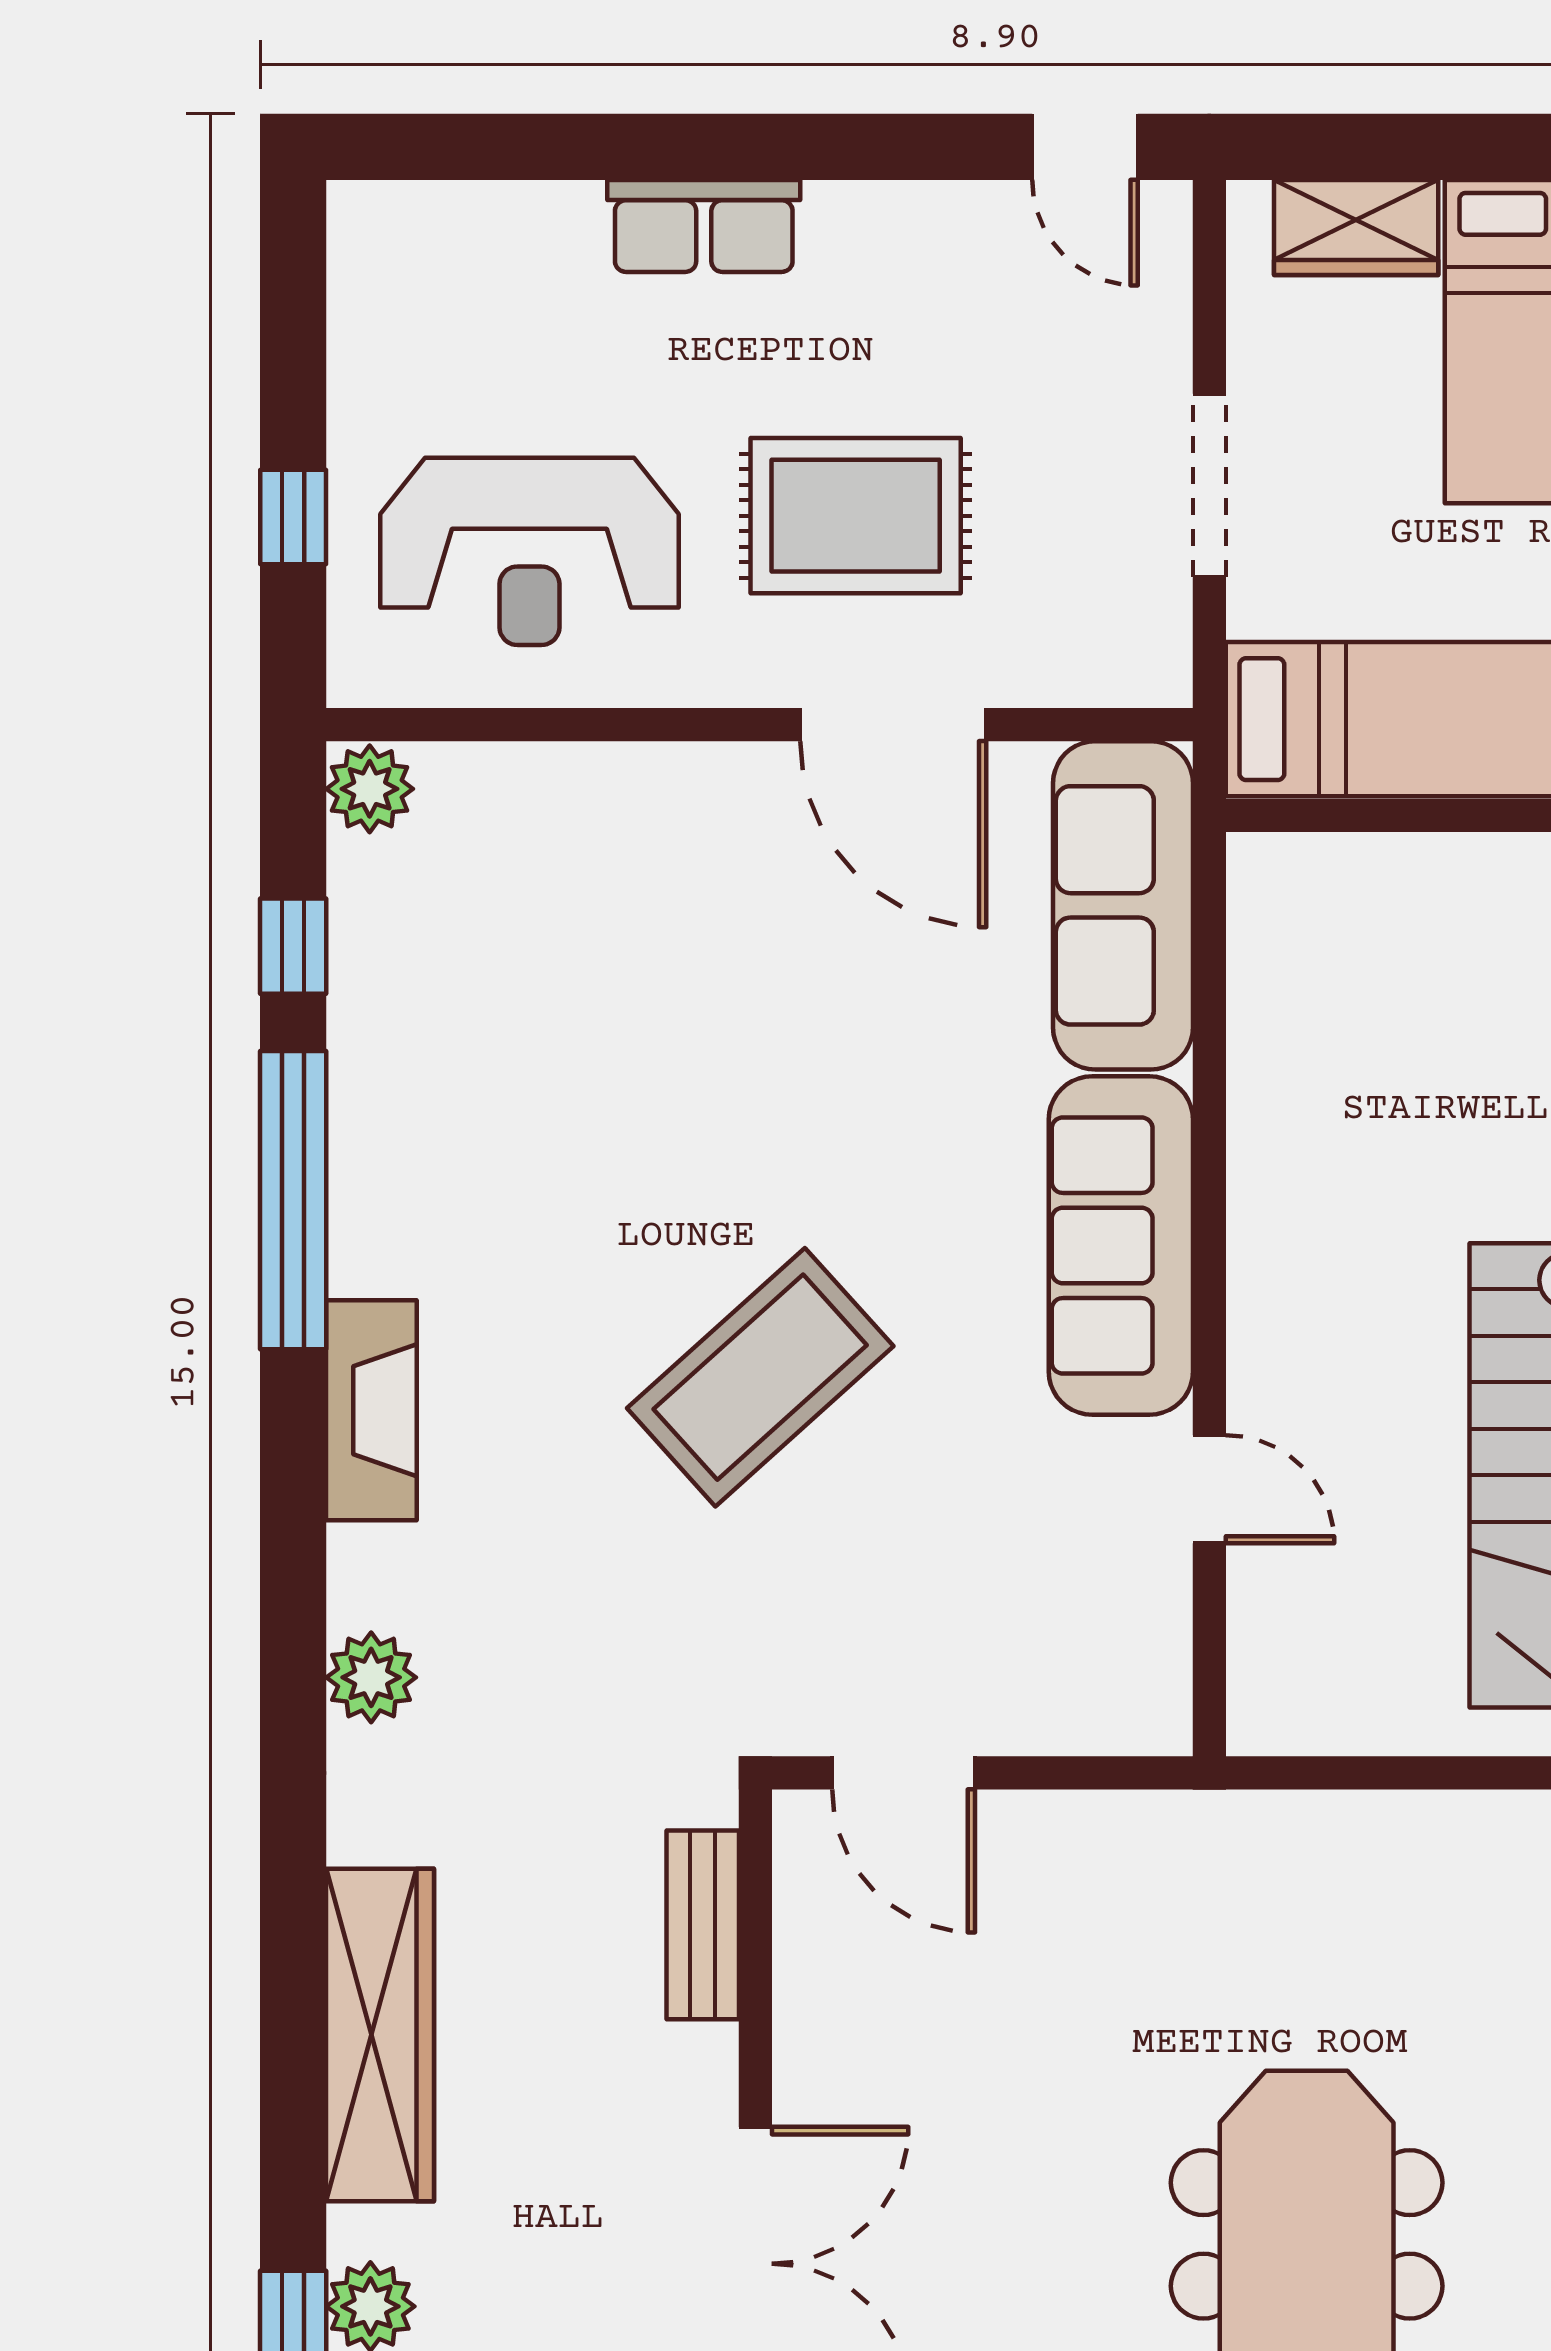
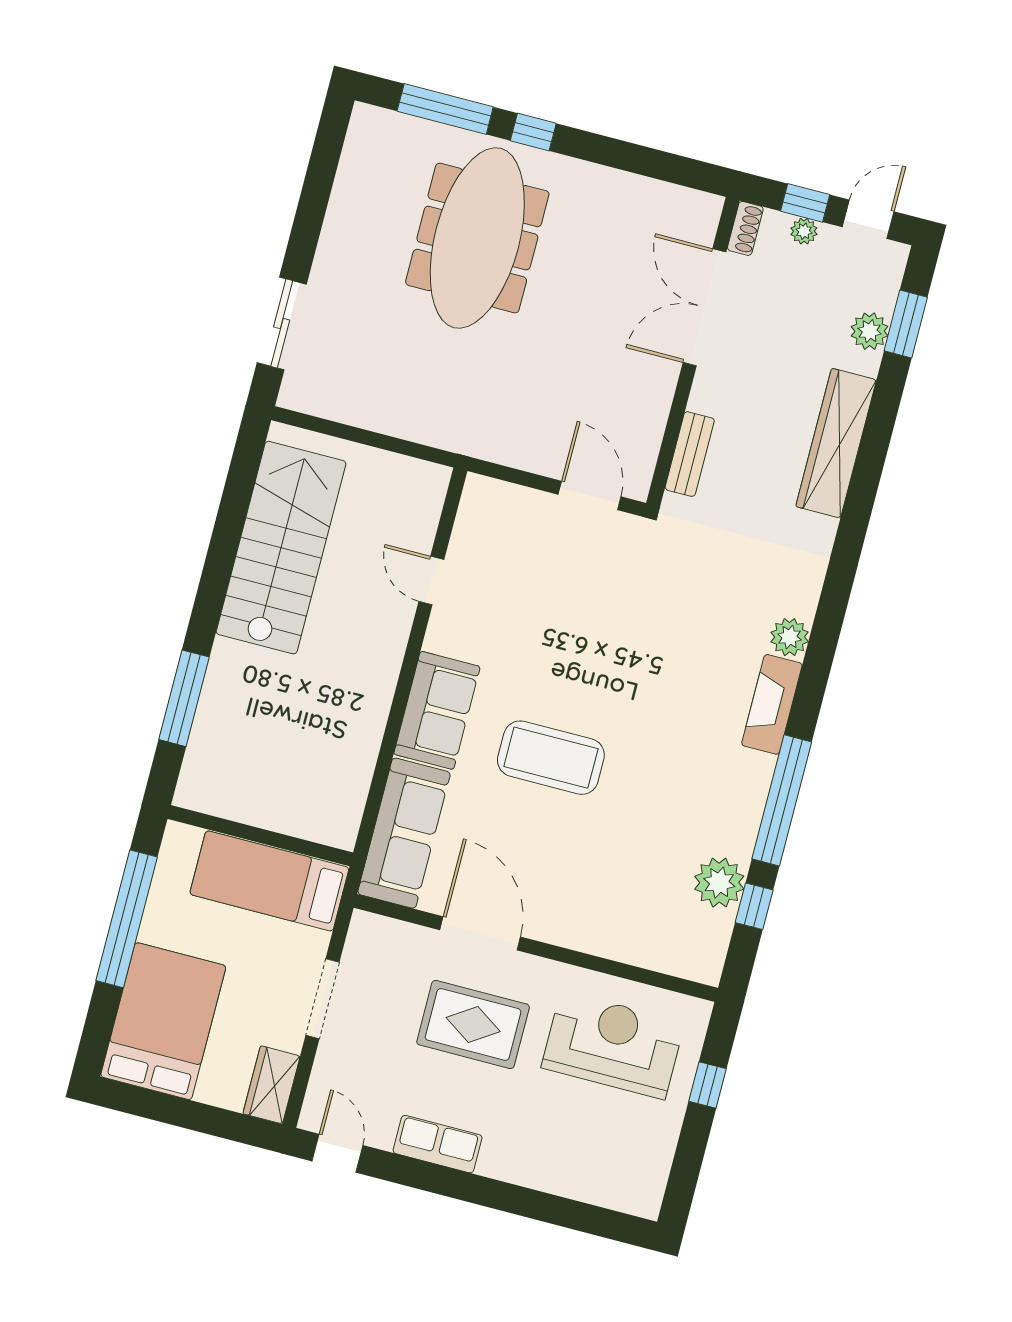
row of seats: (704, 226) -> (438, 1144), moved
wardrobe: (1356, 227) -> (272, 1085), moved, turned -90
plant: (370, 789) -> (719, 883), moved, width x1.36, depth x1.36
sofa: (1121, 1245) -> (437, 710), width x0.73
coffee table: (760, 1377) -> (551, 758), moved, turned 42
plant: (371, 1677) -> (790, 637), moved

